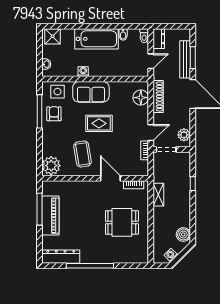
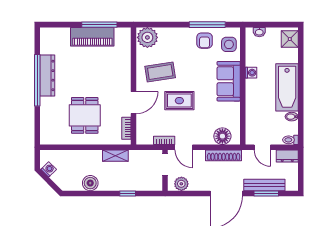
armchair: (54, 114) -> (205, 41), turned 90
rug: (99, 123) -> (179, 101), moved, turned 90
boiler: (183, 234) -> (90, 183), moved
dresser: (61, 257) -> (47, 75), moved

